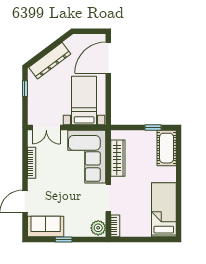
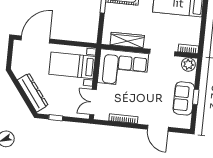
door: (108, 58) -> (35, 39), swing flipped
double door: (46, 128) -> (93, 102), swing flipped
sofa: (46, 227) -> (184, 98), moved

